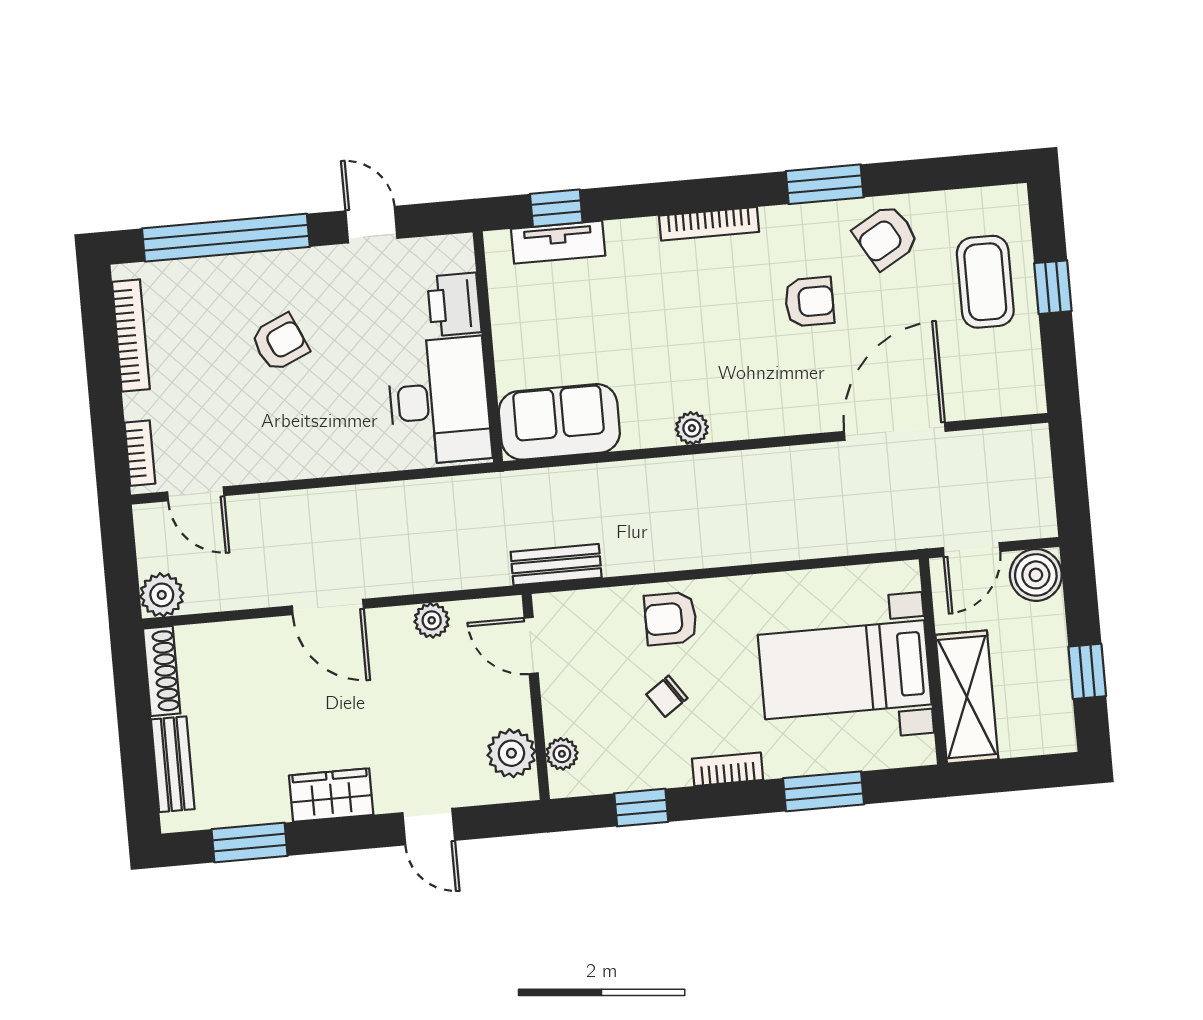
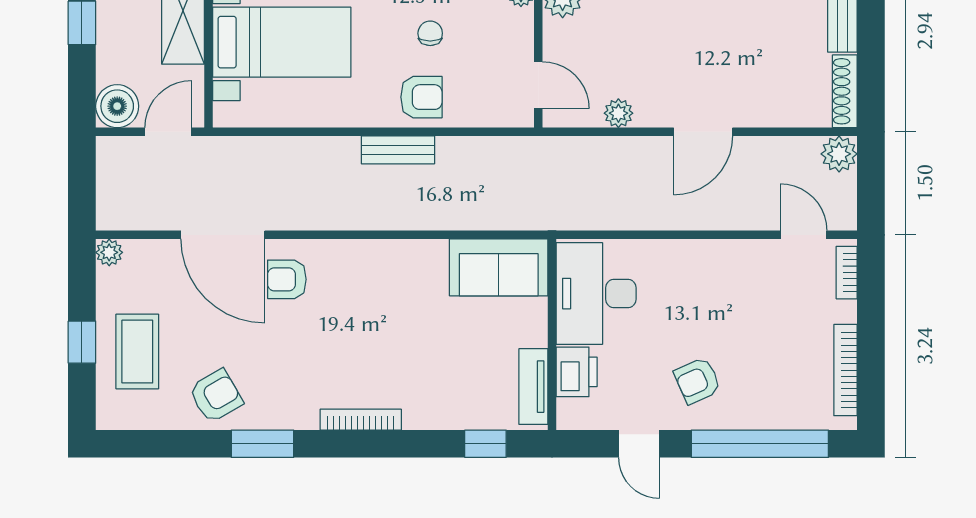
tv unit: (558, 242) -> (533, 387), moved, turned -90
armchair: (809, 302) -> (287, 279), moved
armchair: (280, 342) -> (697, 381), moved
plant: (692, 428) -> (109, 252), moved
door: (895, 431) -> (223, 235), hinge flipped
bench: (556, 565) -> (398, 150), moved
door: (328, 607) -> (703, 132), swing flipped
chair: (667, 696) -> (430, 33), turned -55

